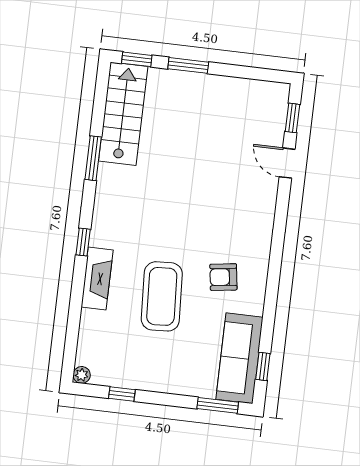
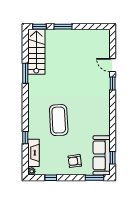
window: (292, 118) -> (113, 84), moved
window: (83, 242) -> (25, 138), moved
armchair: (223, 277) -> (75, 161), moved
fireplace: (97, 278) -> (33, 153), moved
coffee table: (162, 296) -> (59, 120), moved

